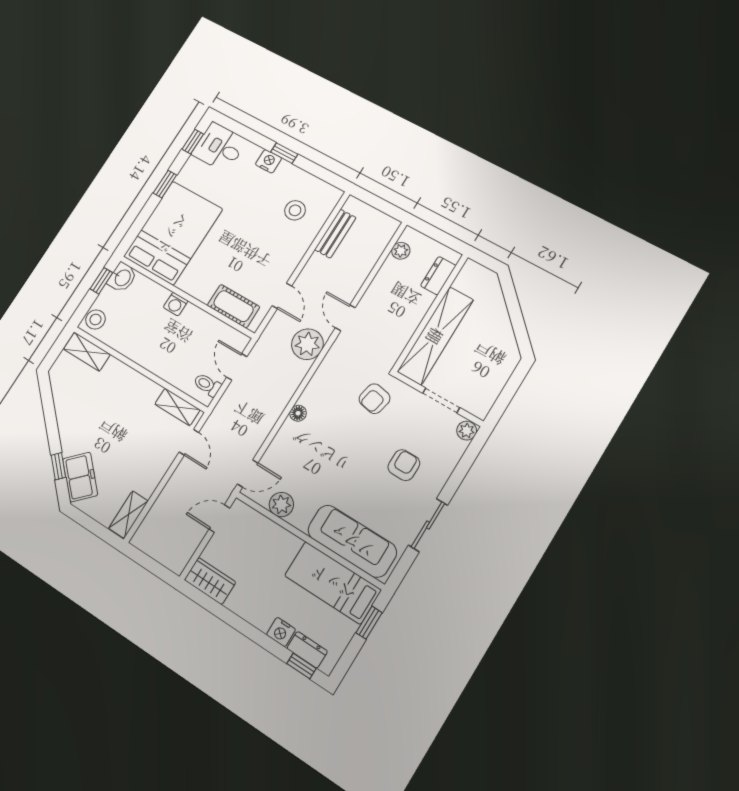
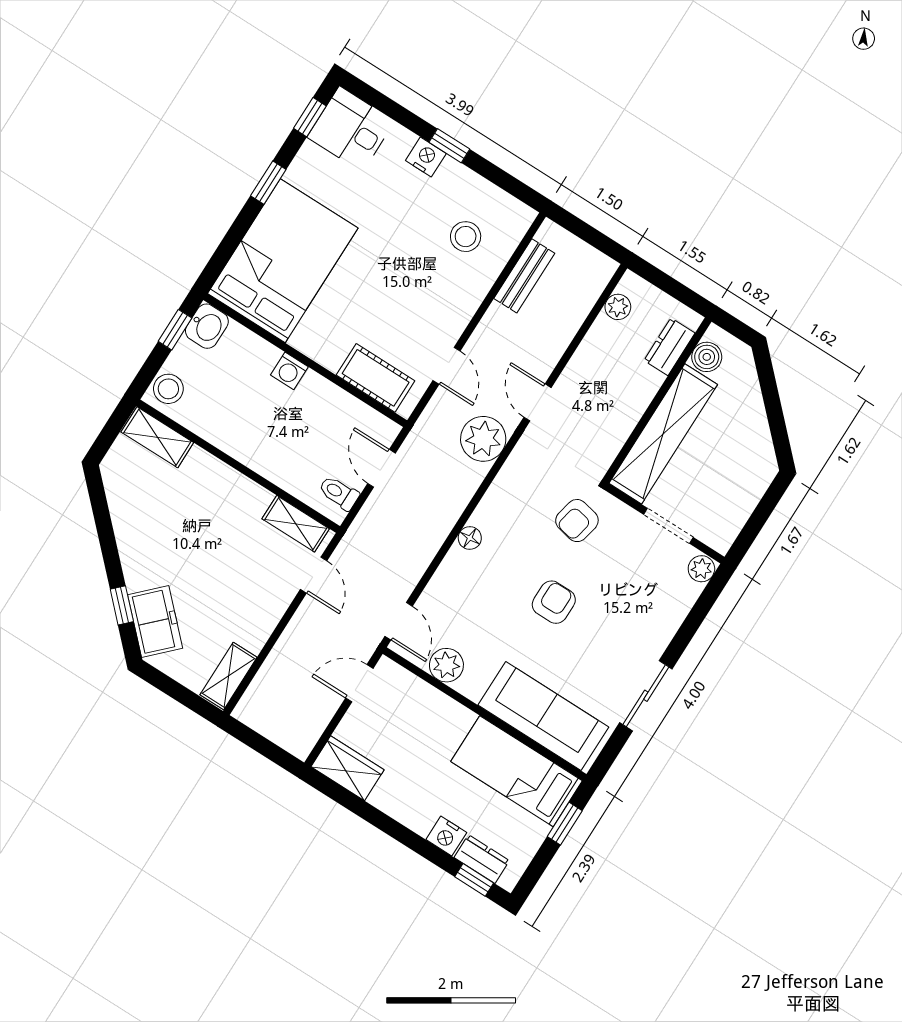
boiler: (465, 281) -> (707, 357), added
armchair: (404, 465) -> (554, 602), moved
door: (248, 473) -> (399, 621), hinge flipped

